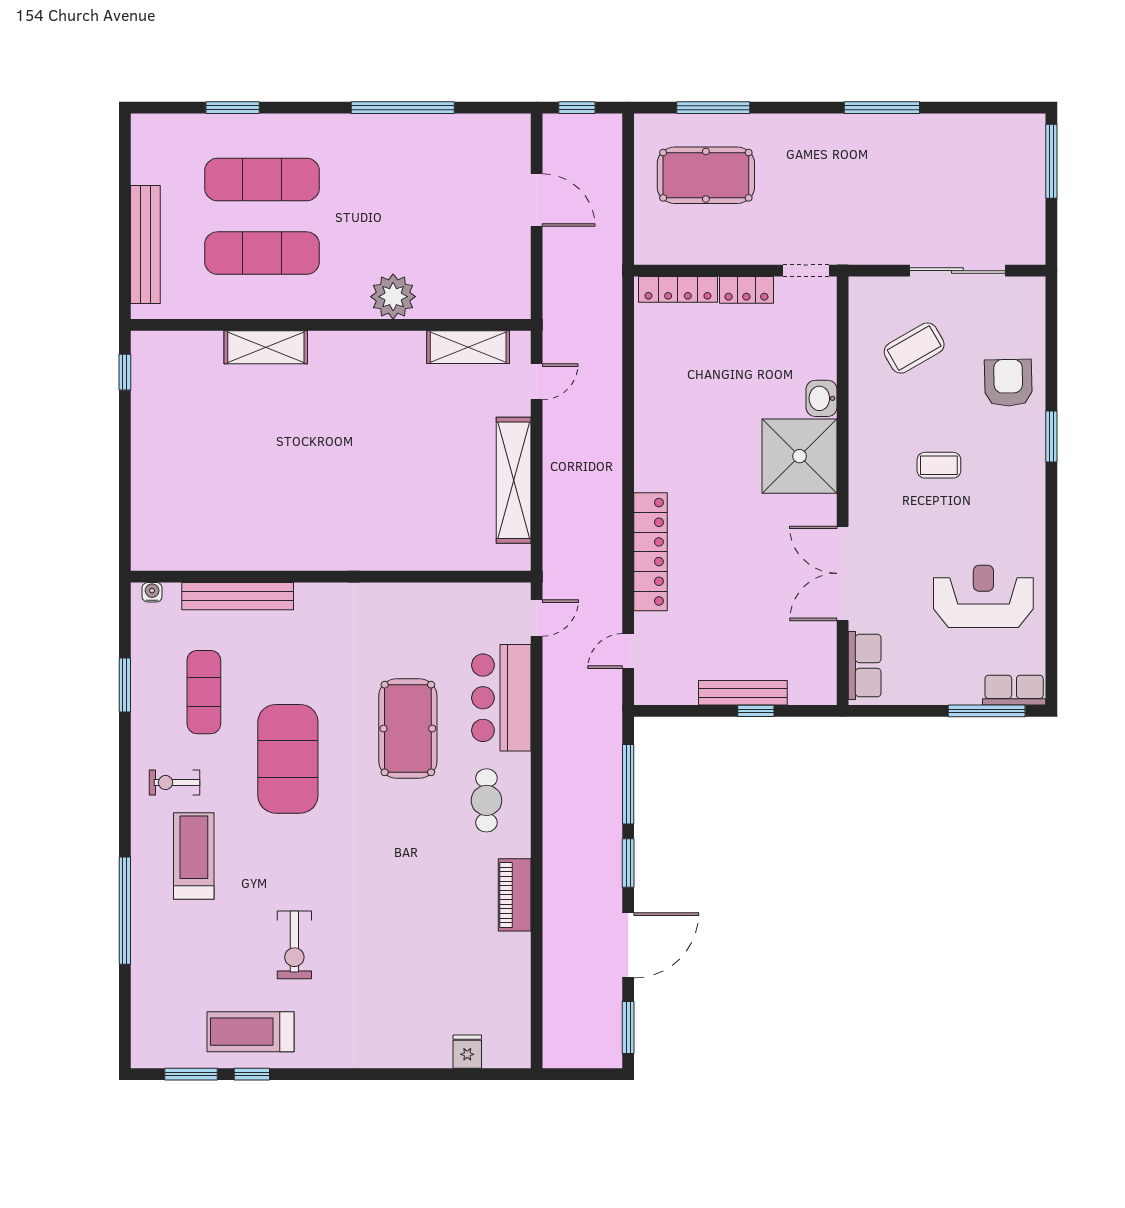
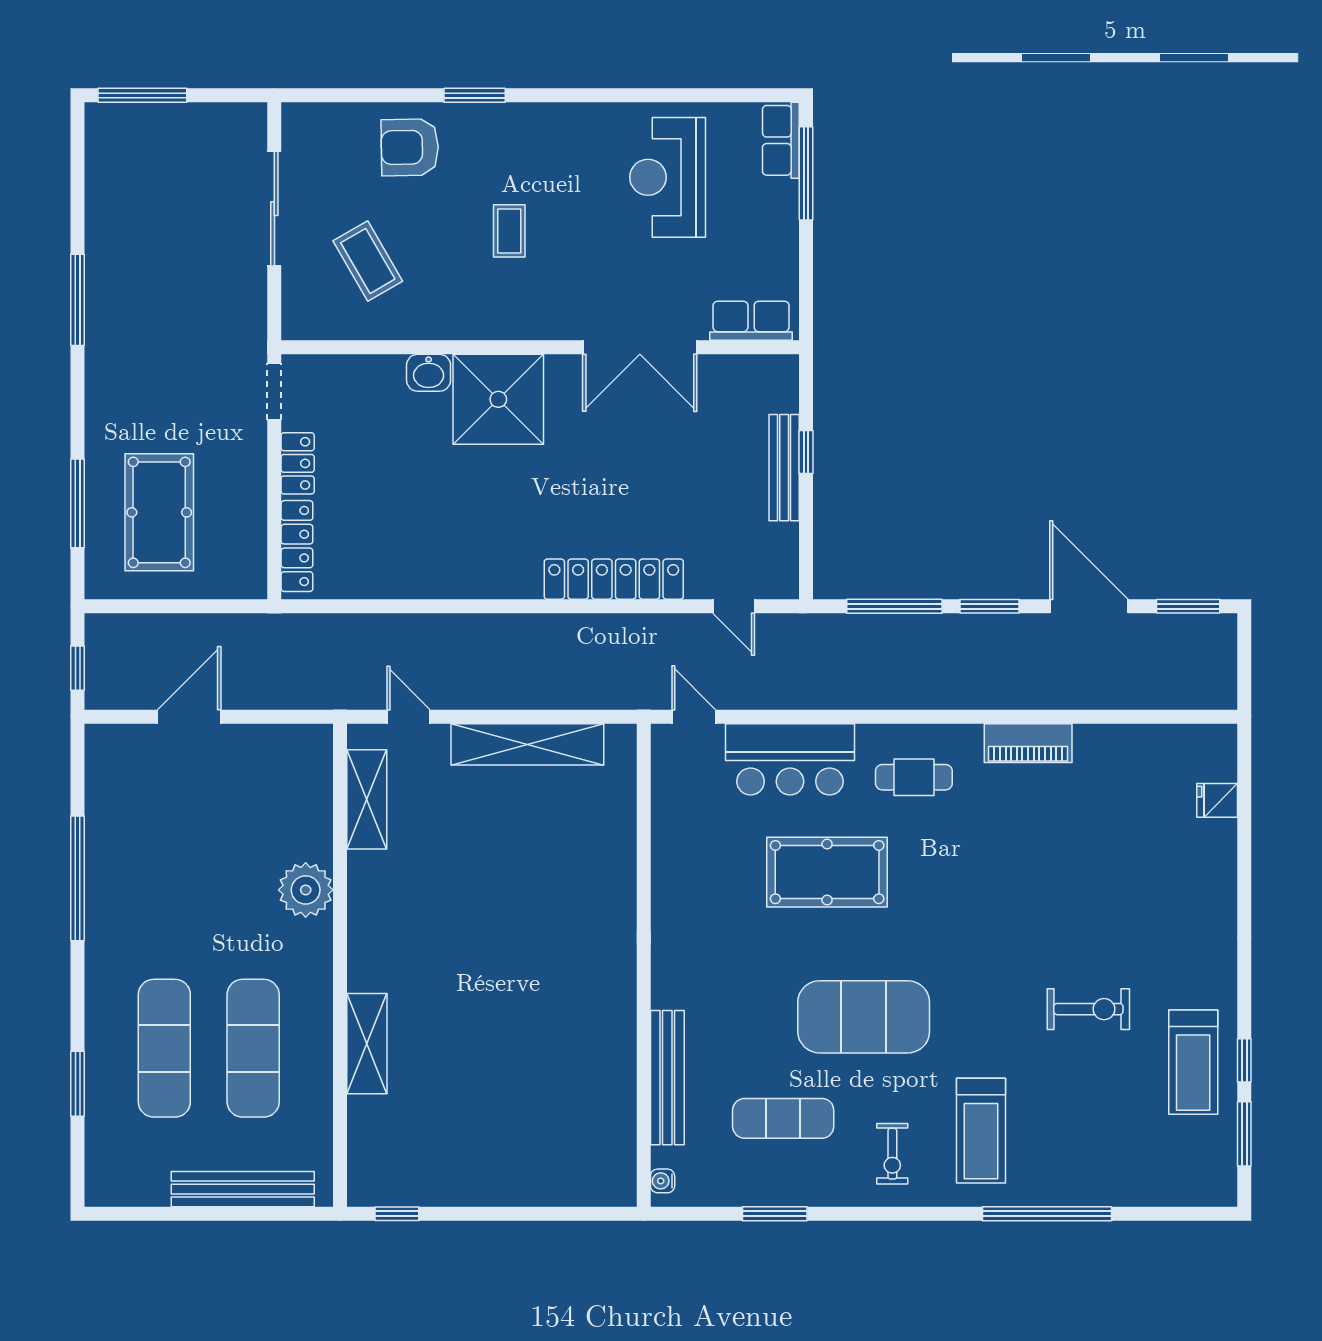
treadmill: (194, 856) -> (981, 1131), turned -90

